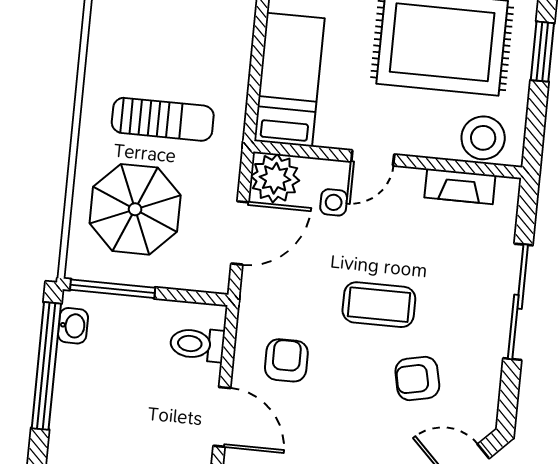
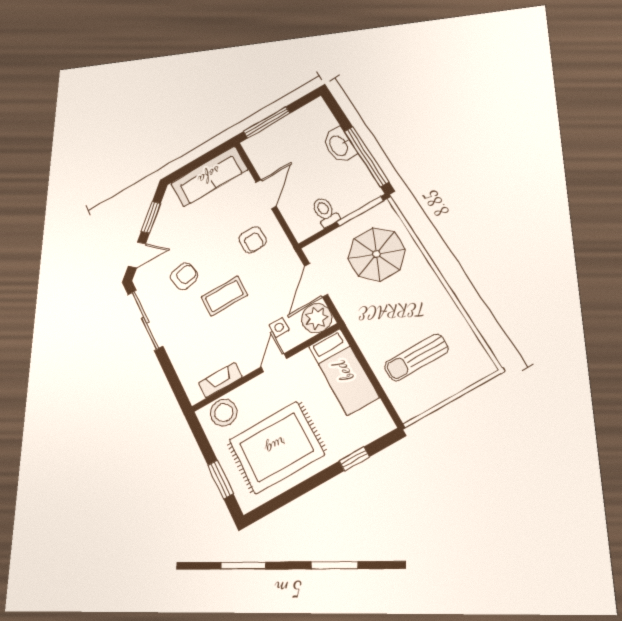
sun lounger: (163, 119) -> (416, 357), moved
sliding door: (518, 302) -> (145, 320), moved
washbasin: (73, 326) -> (339, 146), moved, width x1.91, depth x1.45
toilet: (197, 344) -> (325, 212), moved, turned -90
door: (222, 417) -> (266, 194), swing flipped

